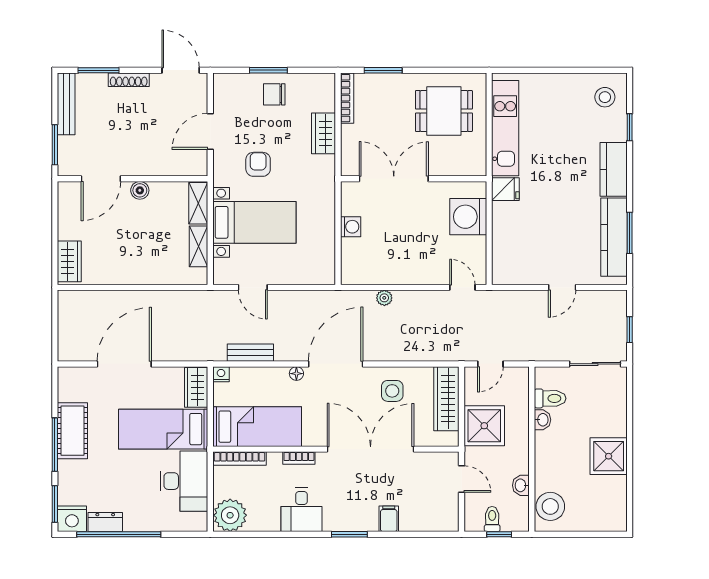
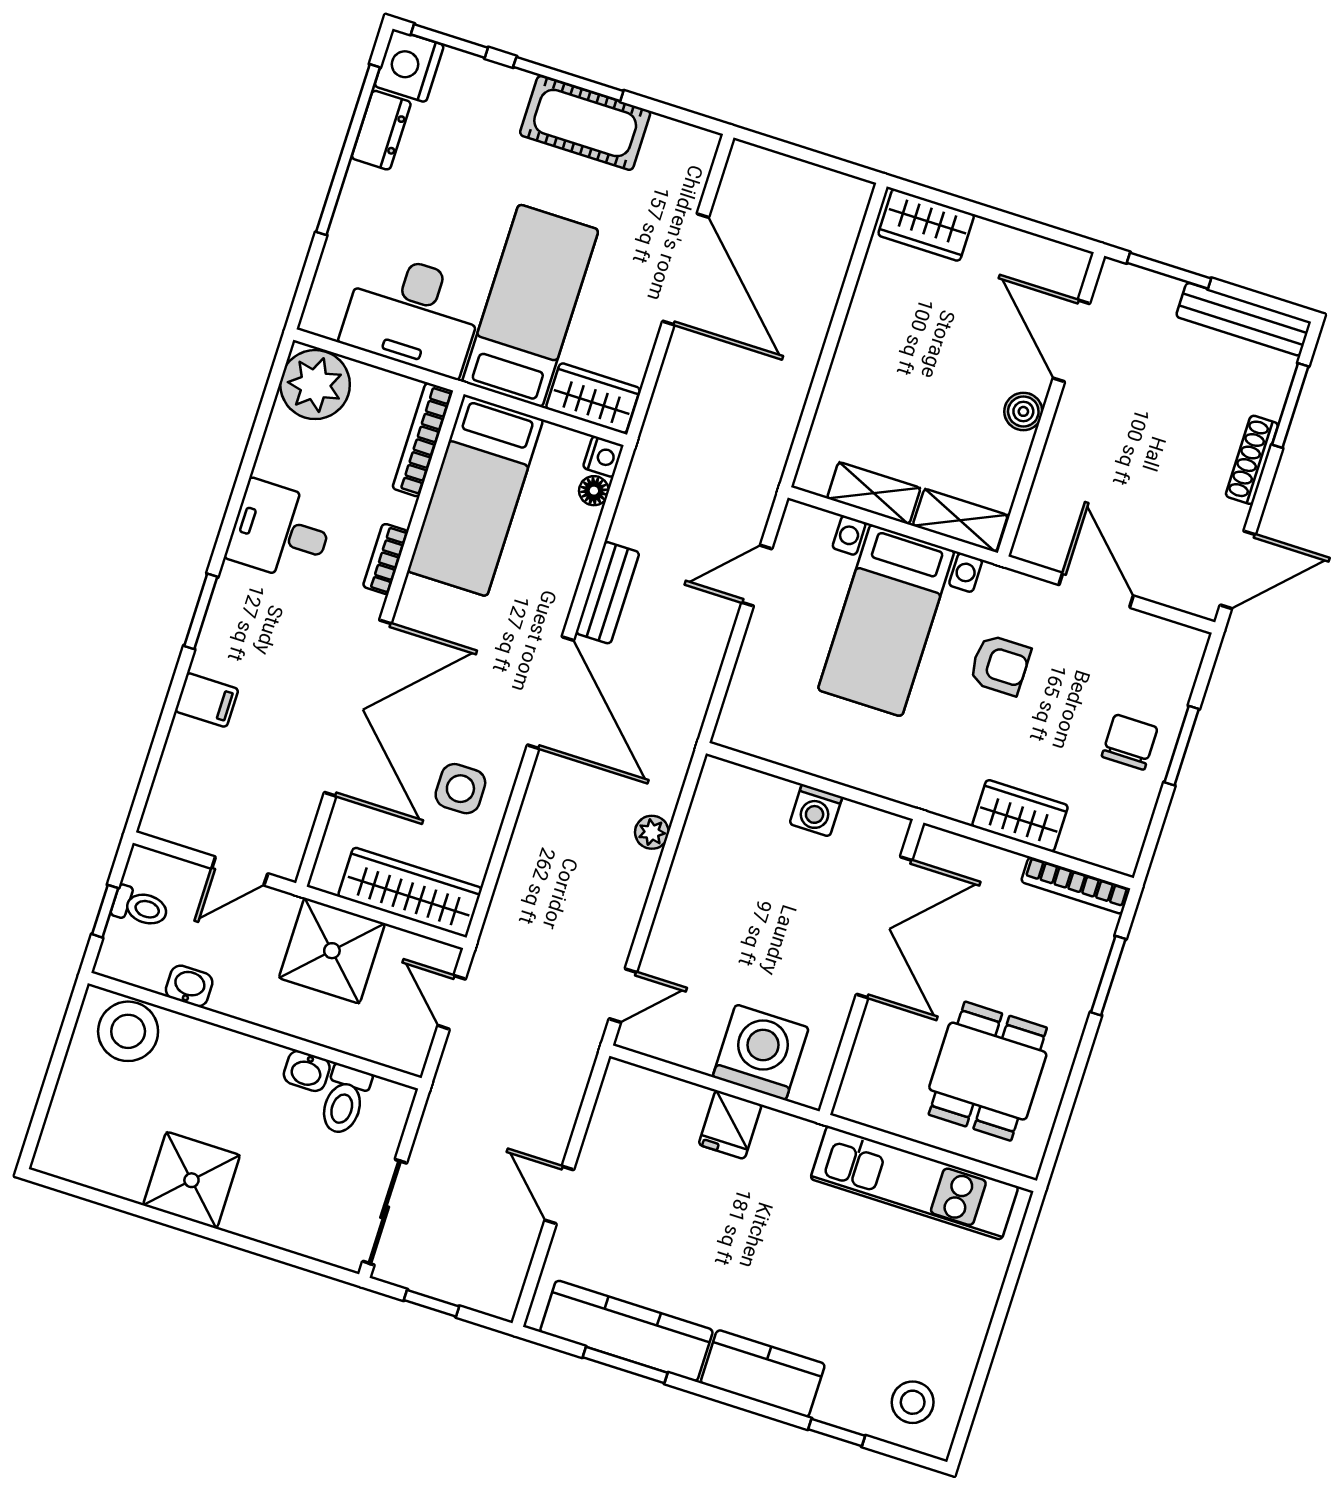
fridge: (505, 189) -> (730, 1125), moved
bench: (250, 353) -> (607, 593), moved
floor lamp: (296, 374) -> (594, 491), moved

